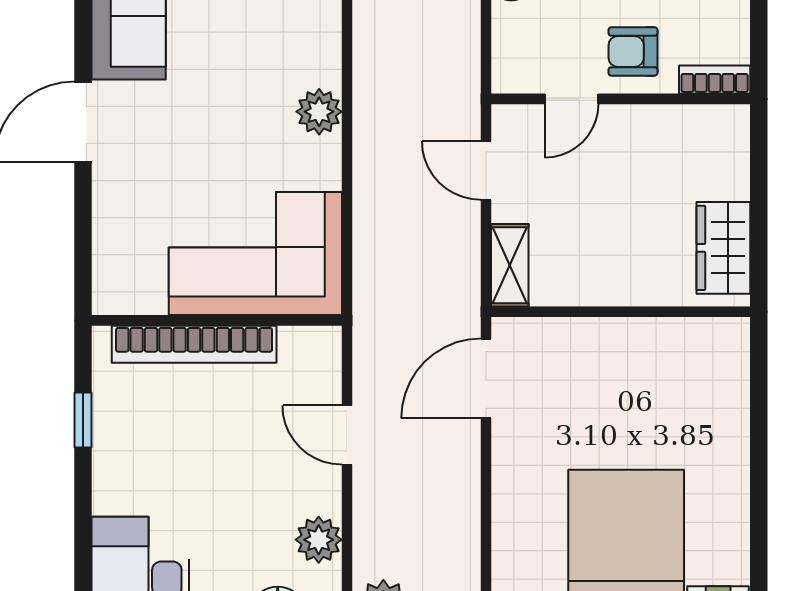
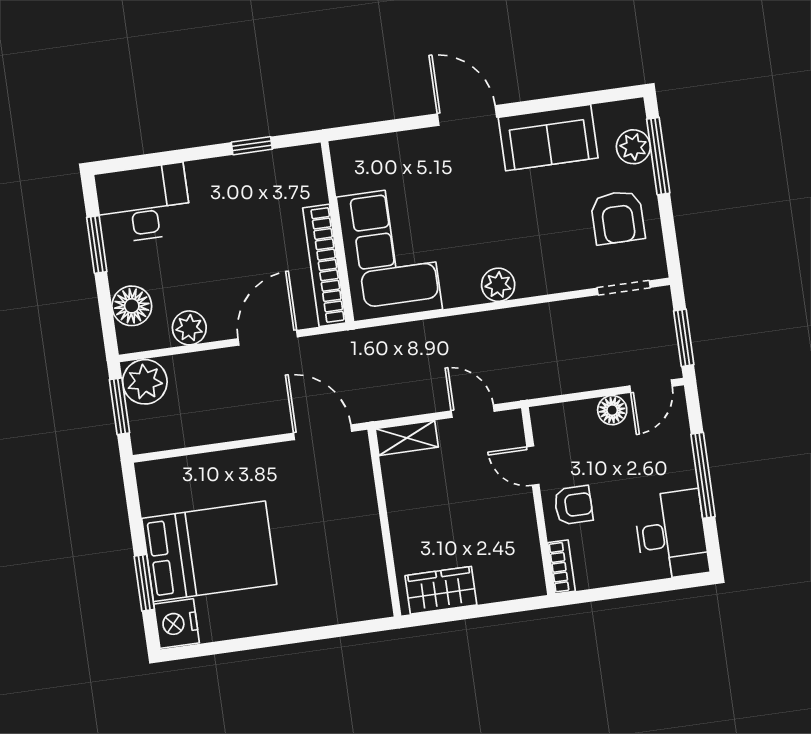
armchair: (633, 51) -> (573, 505), turned 90
door: (486, 170) -> (473, 411), hinge flipped
bookcase: (194, 344) -> (324, 265), moved
door: (347, 435) -> (268, 338), width x1.38

